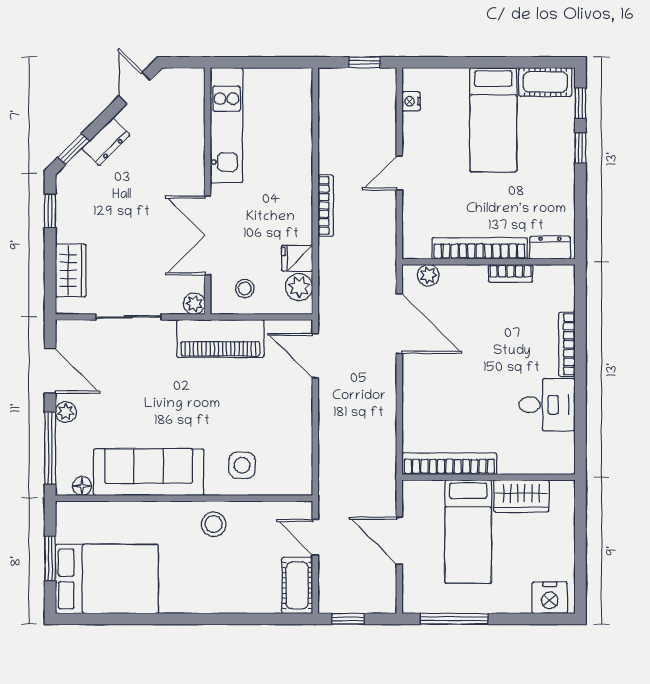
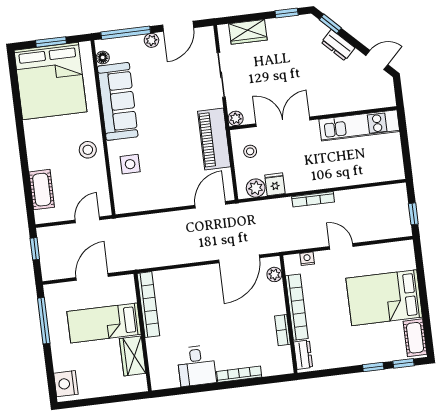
nightstand: (411, 101) -> (307, 259), moved
bed: (493, 120) -> (384, 298), width x1.50
bed: (107, 579) -> (50, 81), width x1.36
cot: (297, 585) -> (42, 190), moved, turned 90

